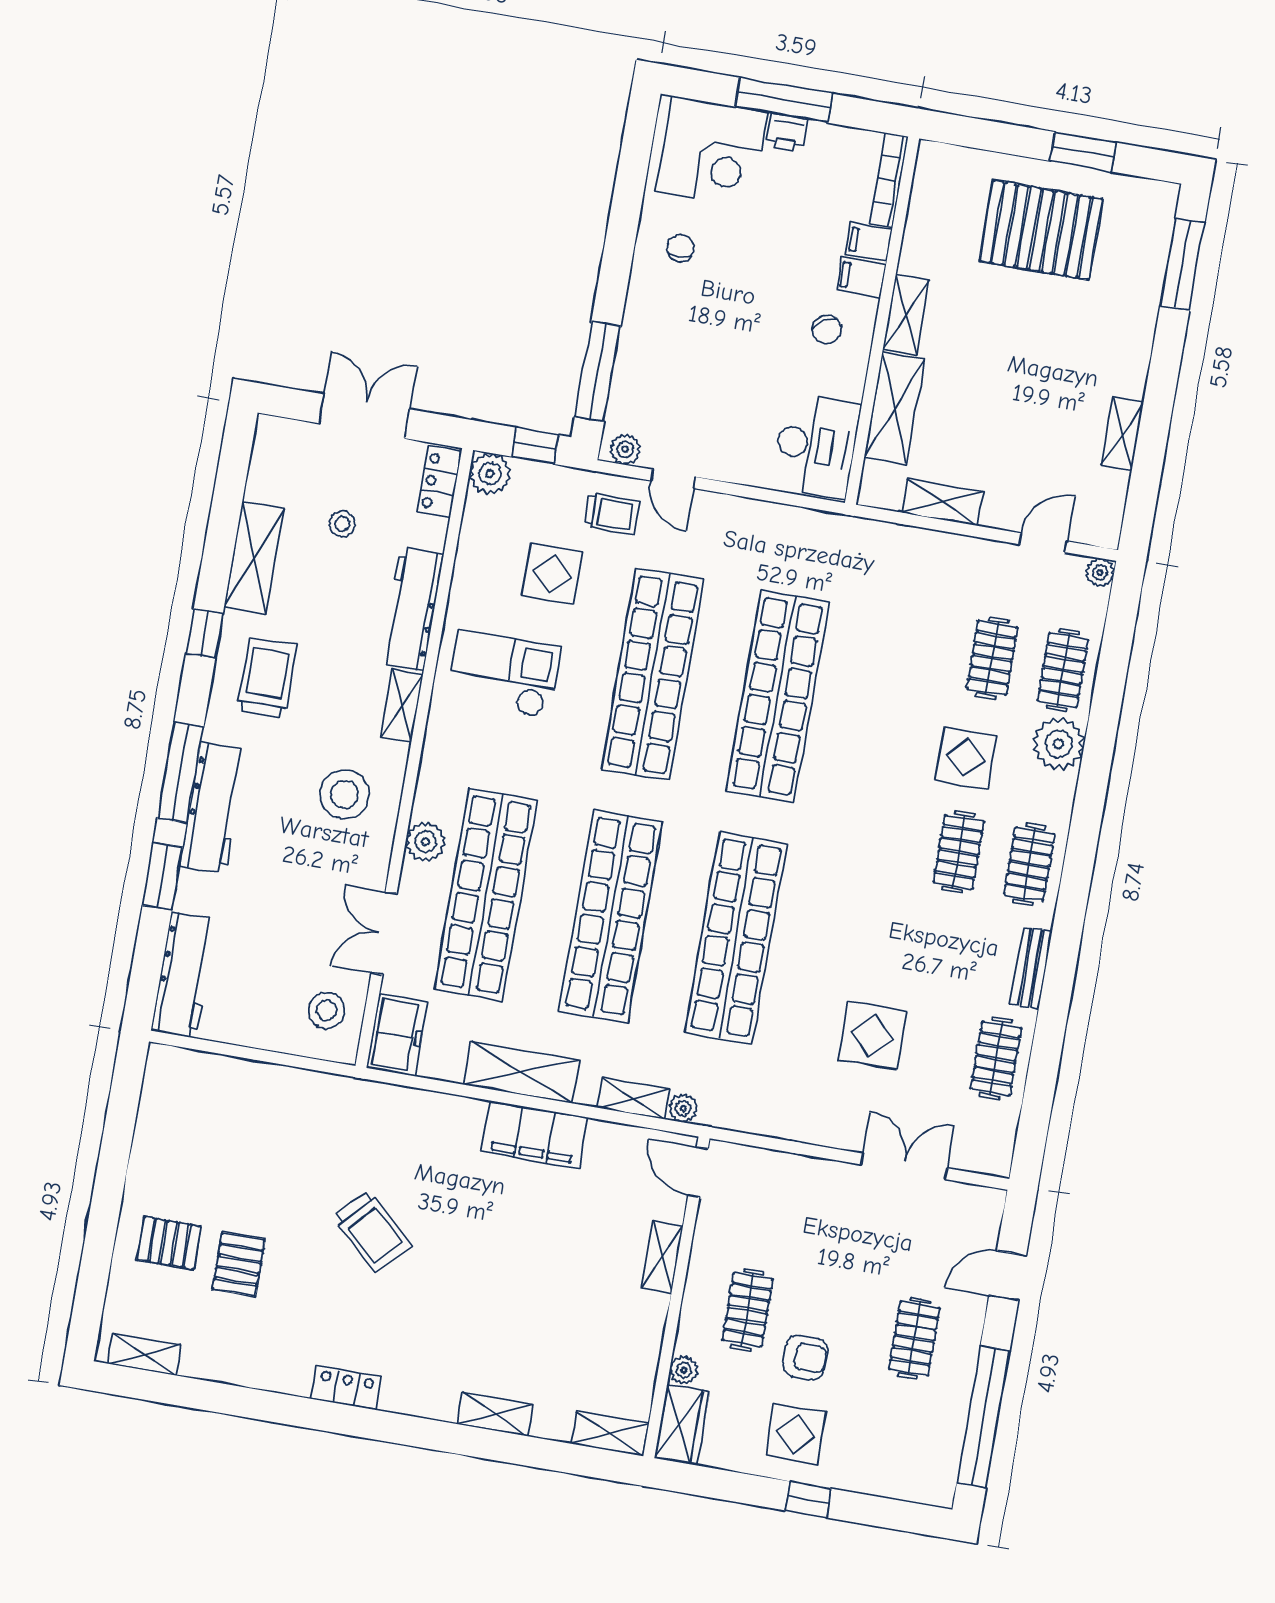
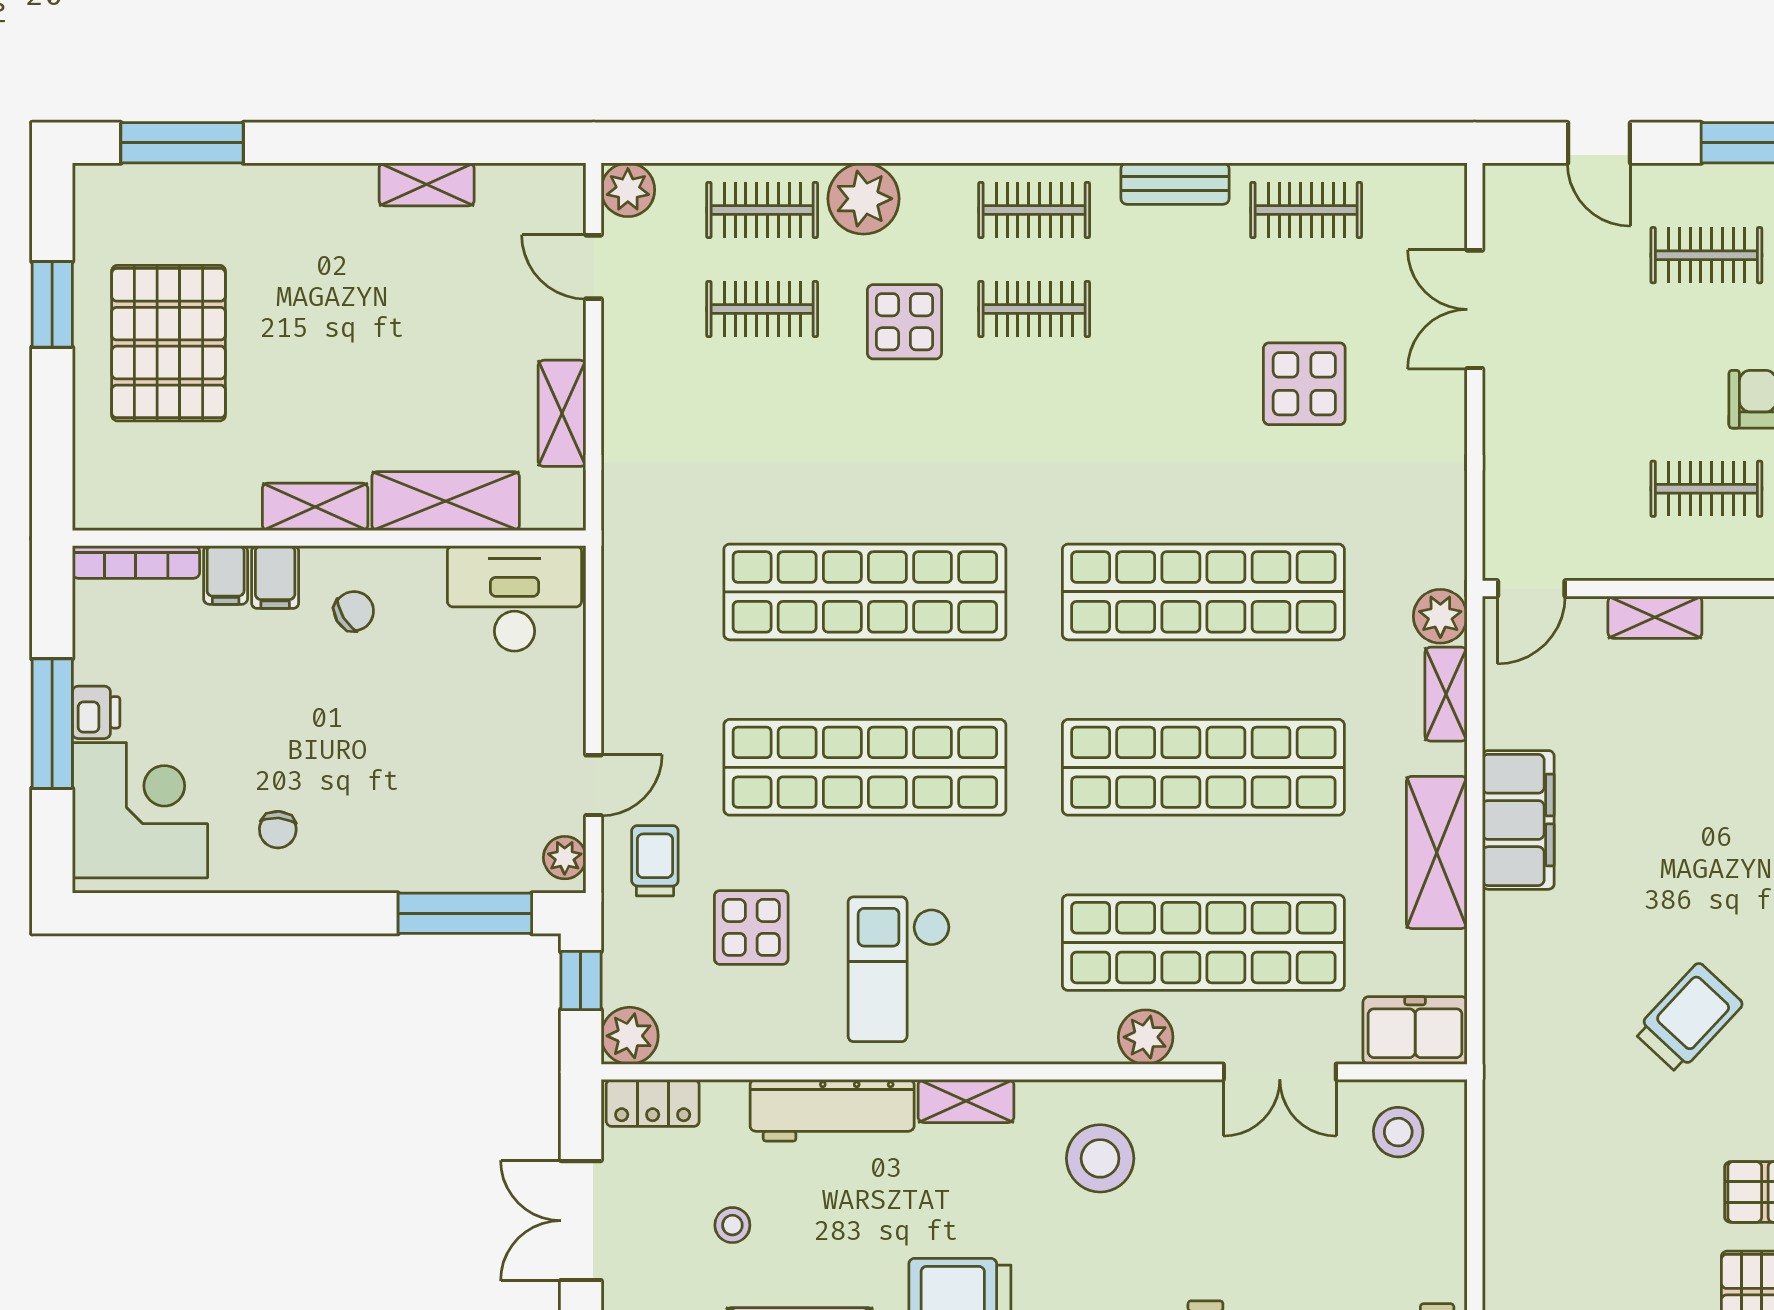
chair: (680, 248) -> (278, 830), turned -86
plant: (1100, 572) -> (628, 190), width x1.38, depth x1.38
plant: (683, 1108) -> (1440, 616), width x1.38, depth x1.38

